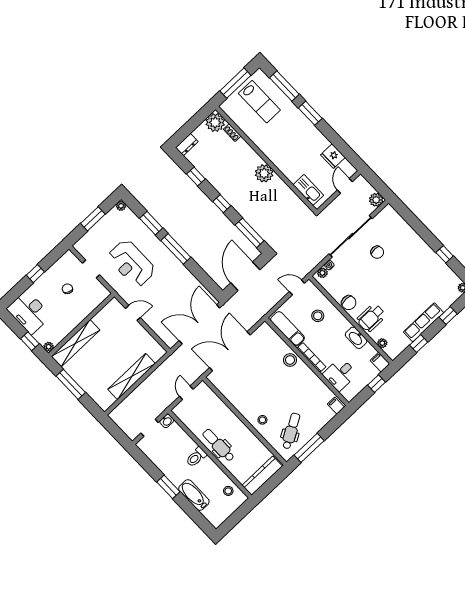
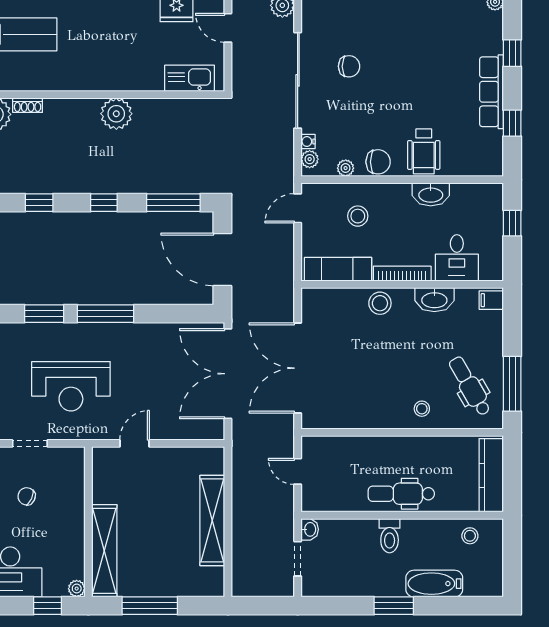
plant: (382, 343) -> (346, 168), moved
filing cabinet: (380, 362) -> (490, 193), removed
washbasin: (313, 381) -> (434, 300), added

